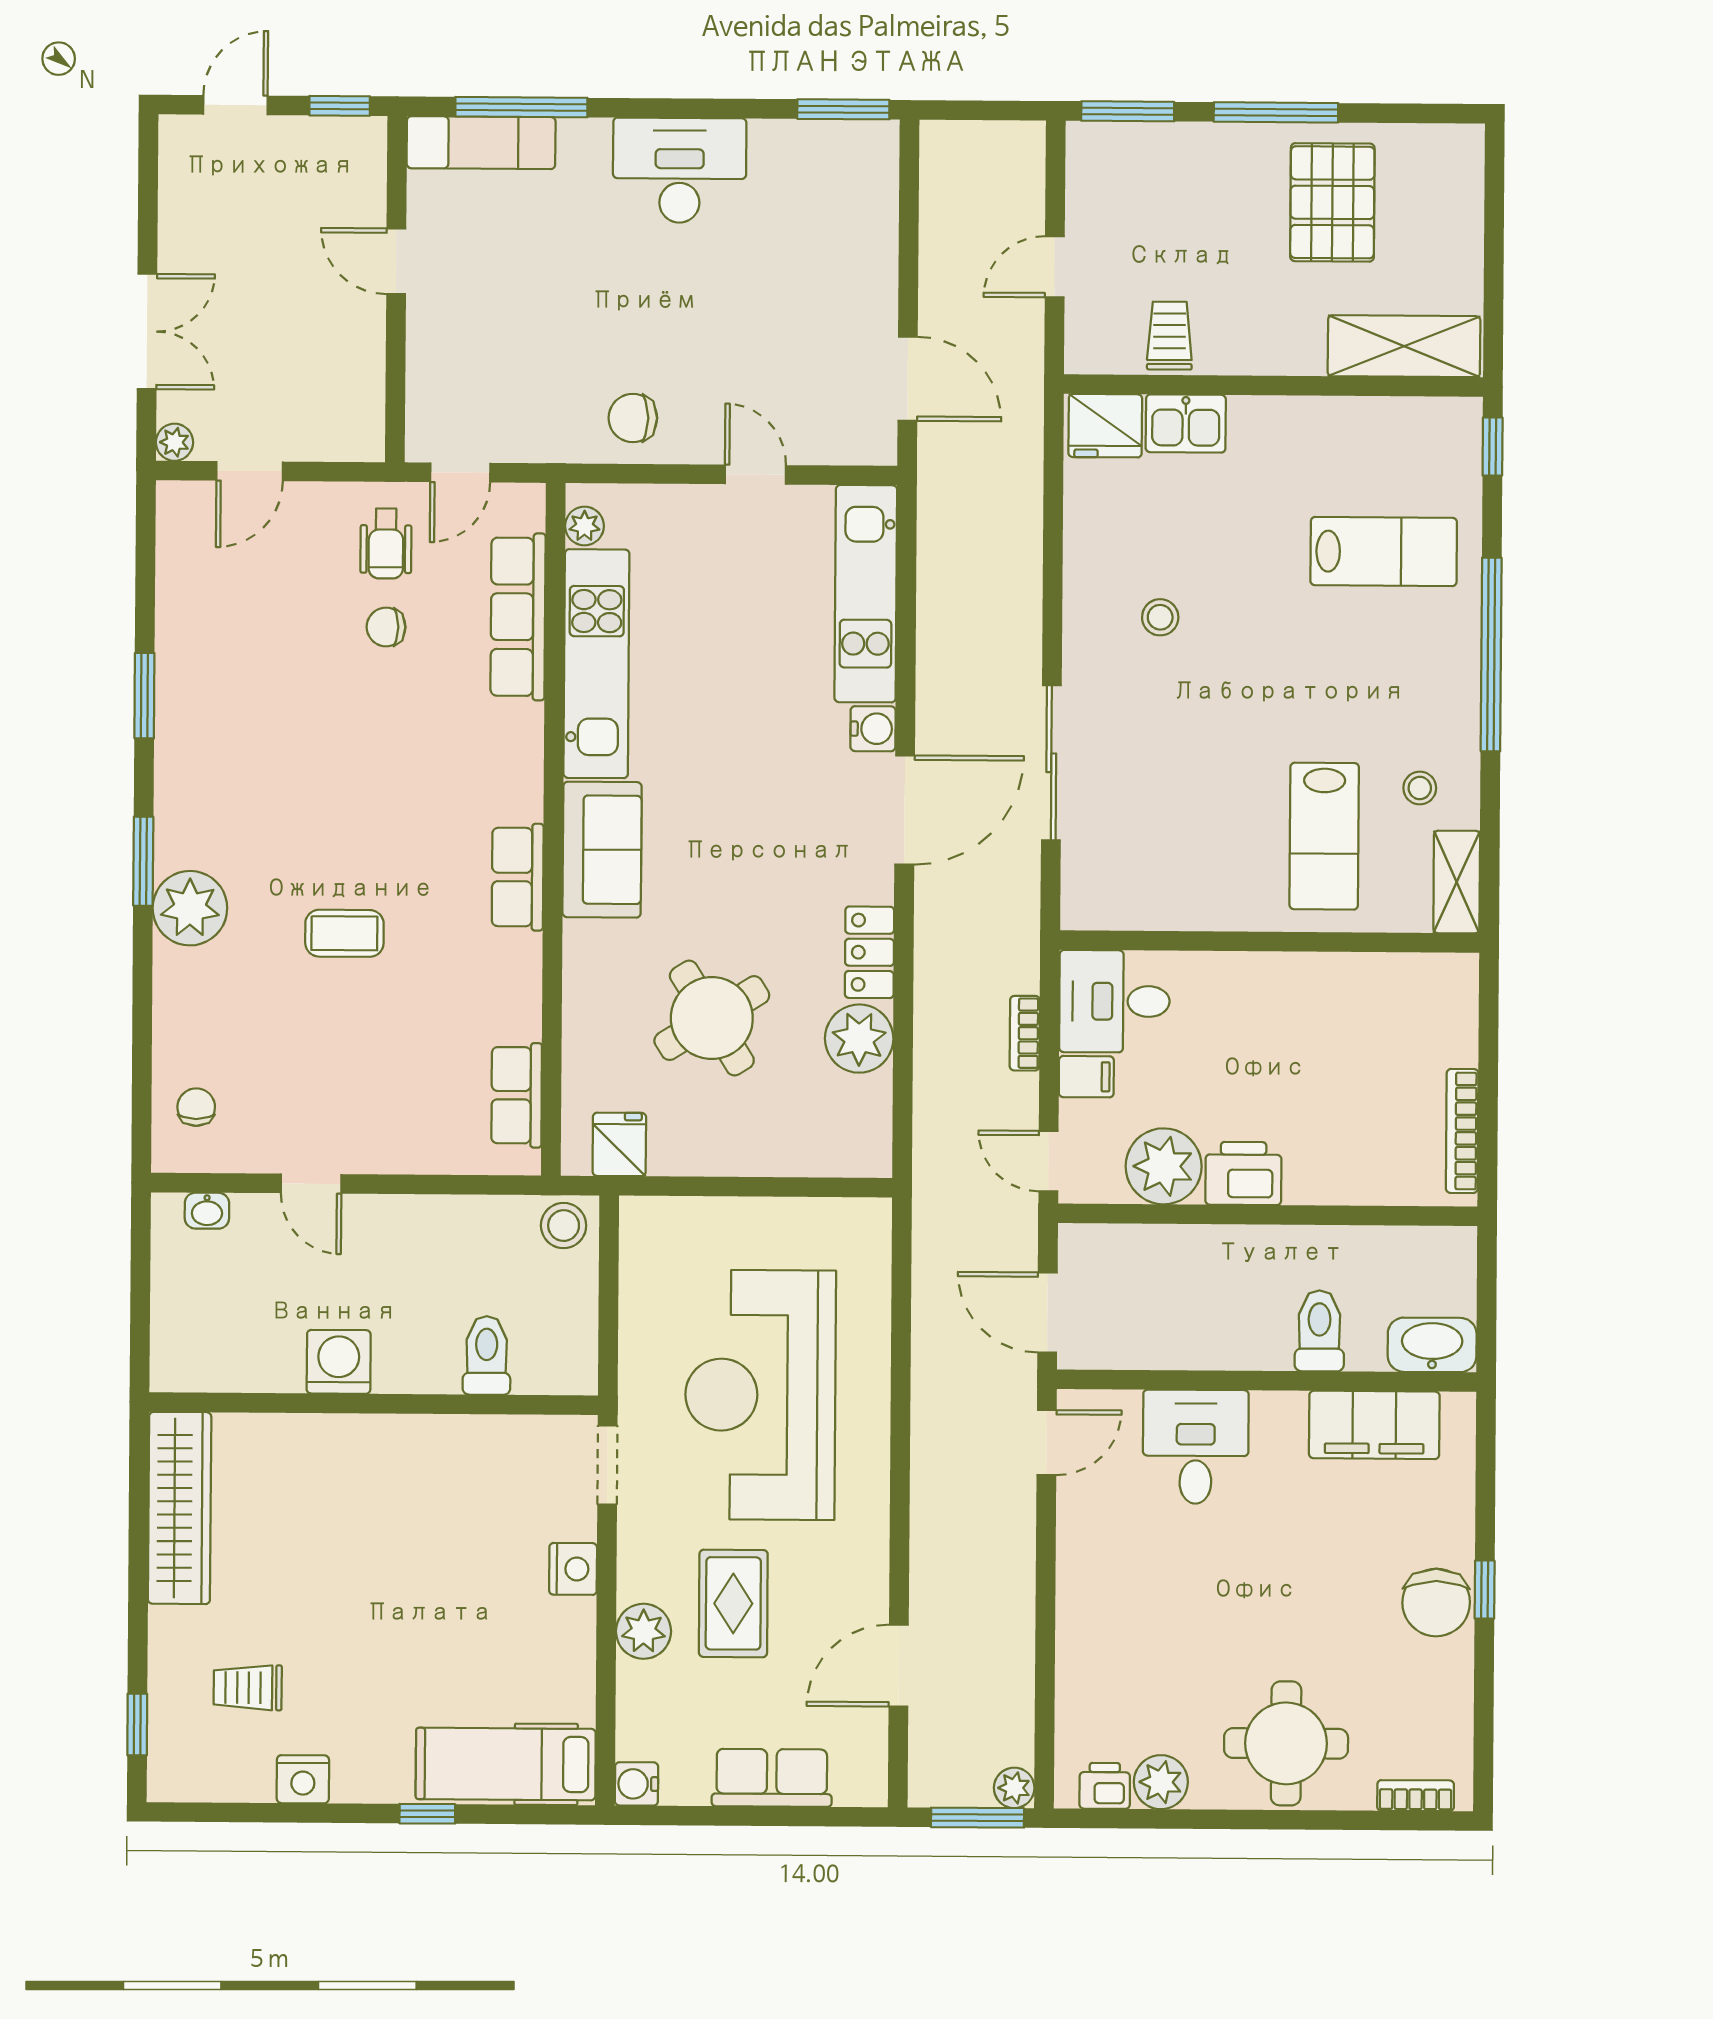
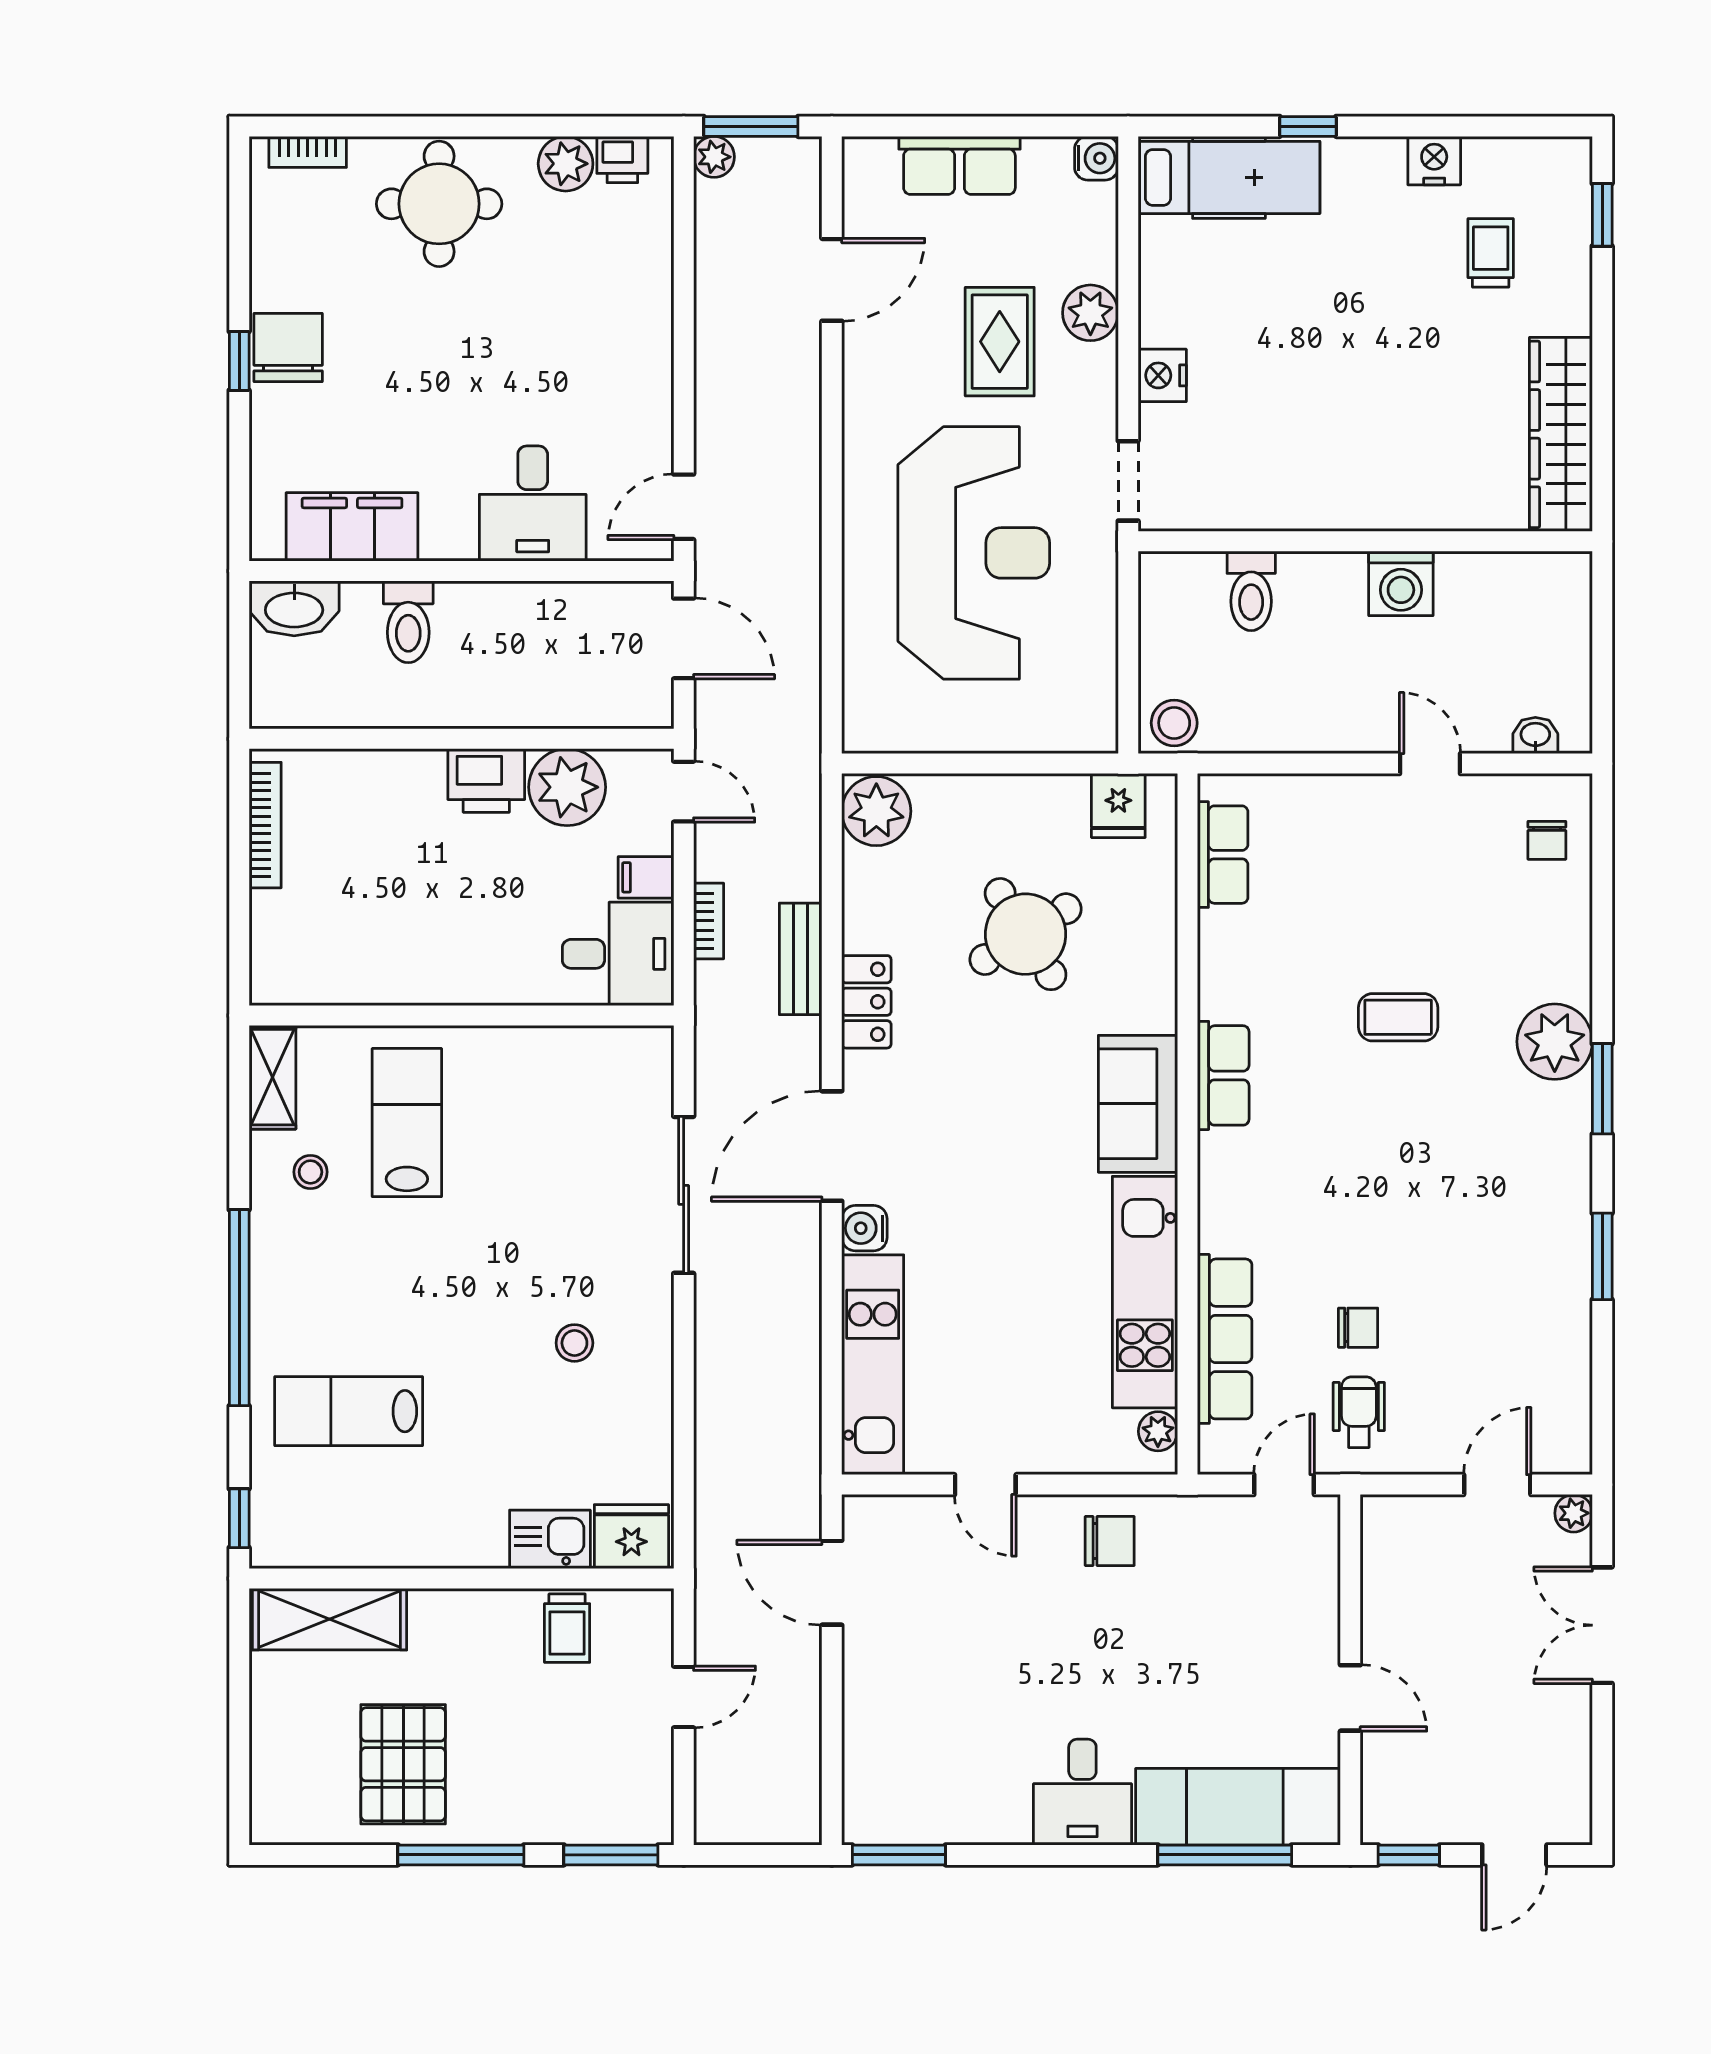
exam couch: (481, 143) -> (1238, 1807), width x1.36, depth x1.45
desk: (680, 170) -> (1082, 1792), width x0.73
bench: (934, 995) -> (801, 959), added
plant: (859, 1039) -> (876, 811), moved
trolley: (248, 1688) -> (1491, 253), turned -90

